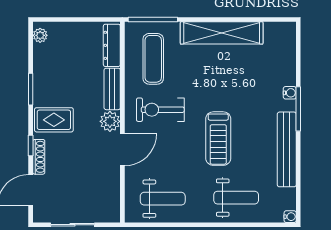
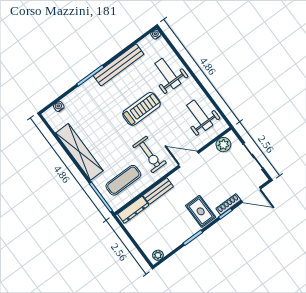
water cooler: (290, 93) -> (59, 106), moved
plant: (110, 121) -> (223, 145), moved

